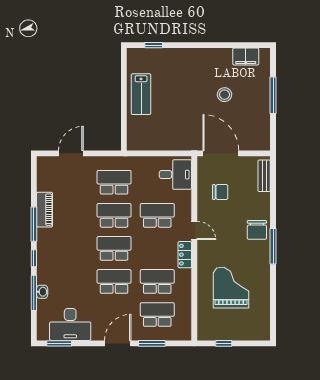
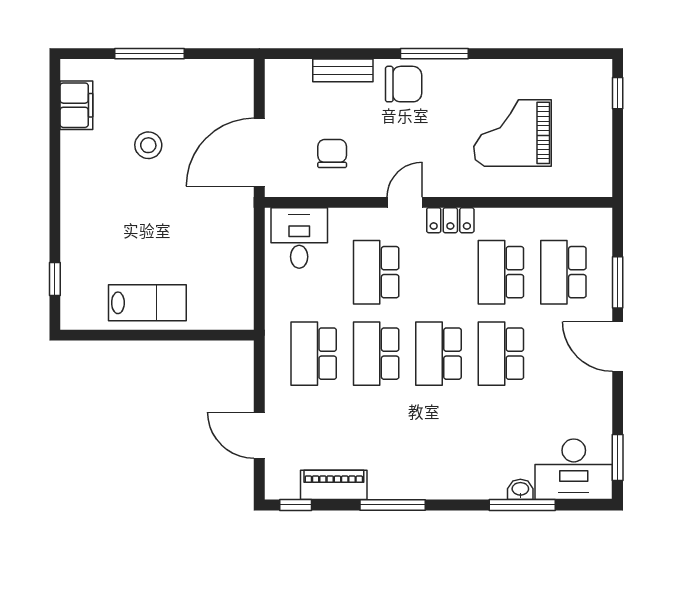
bench: (264, 176) -> (343, 70), moved
piano: (45, 210) -> (334, 485), moved
window: (34, 258) -> (296, 505), moved
desk: (70, 324) -> (574, 469), moved, turned 90
window: (224, 343) -> (618, 93), moved

